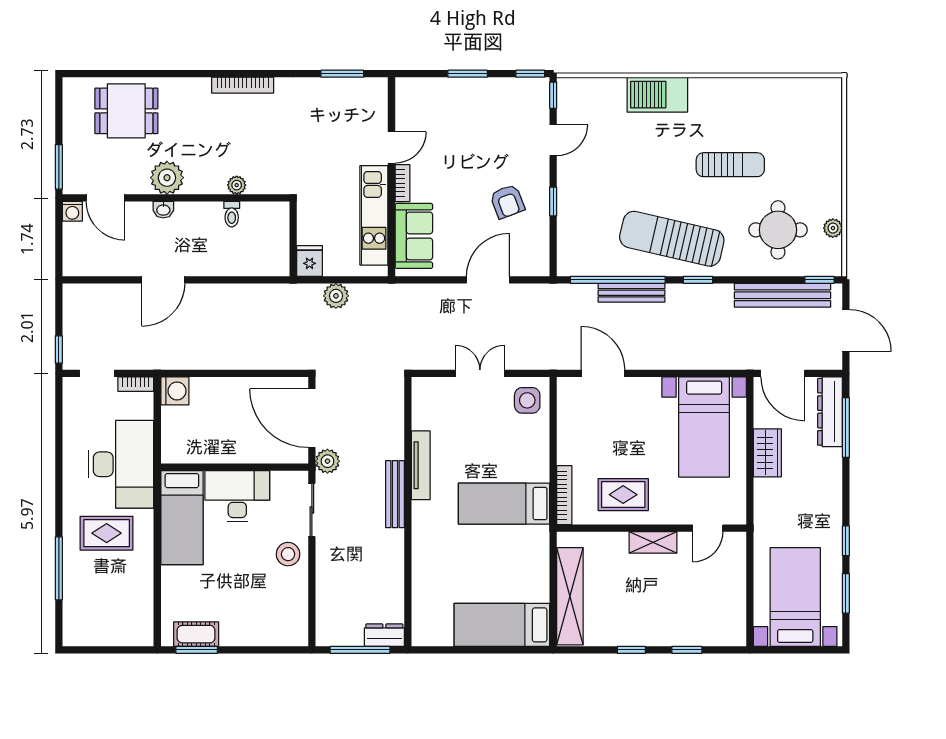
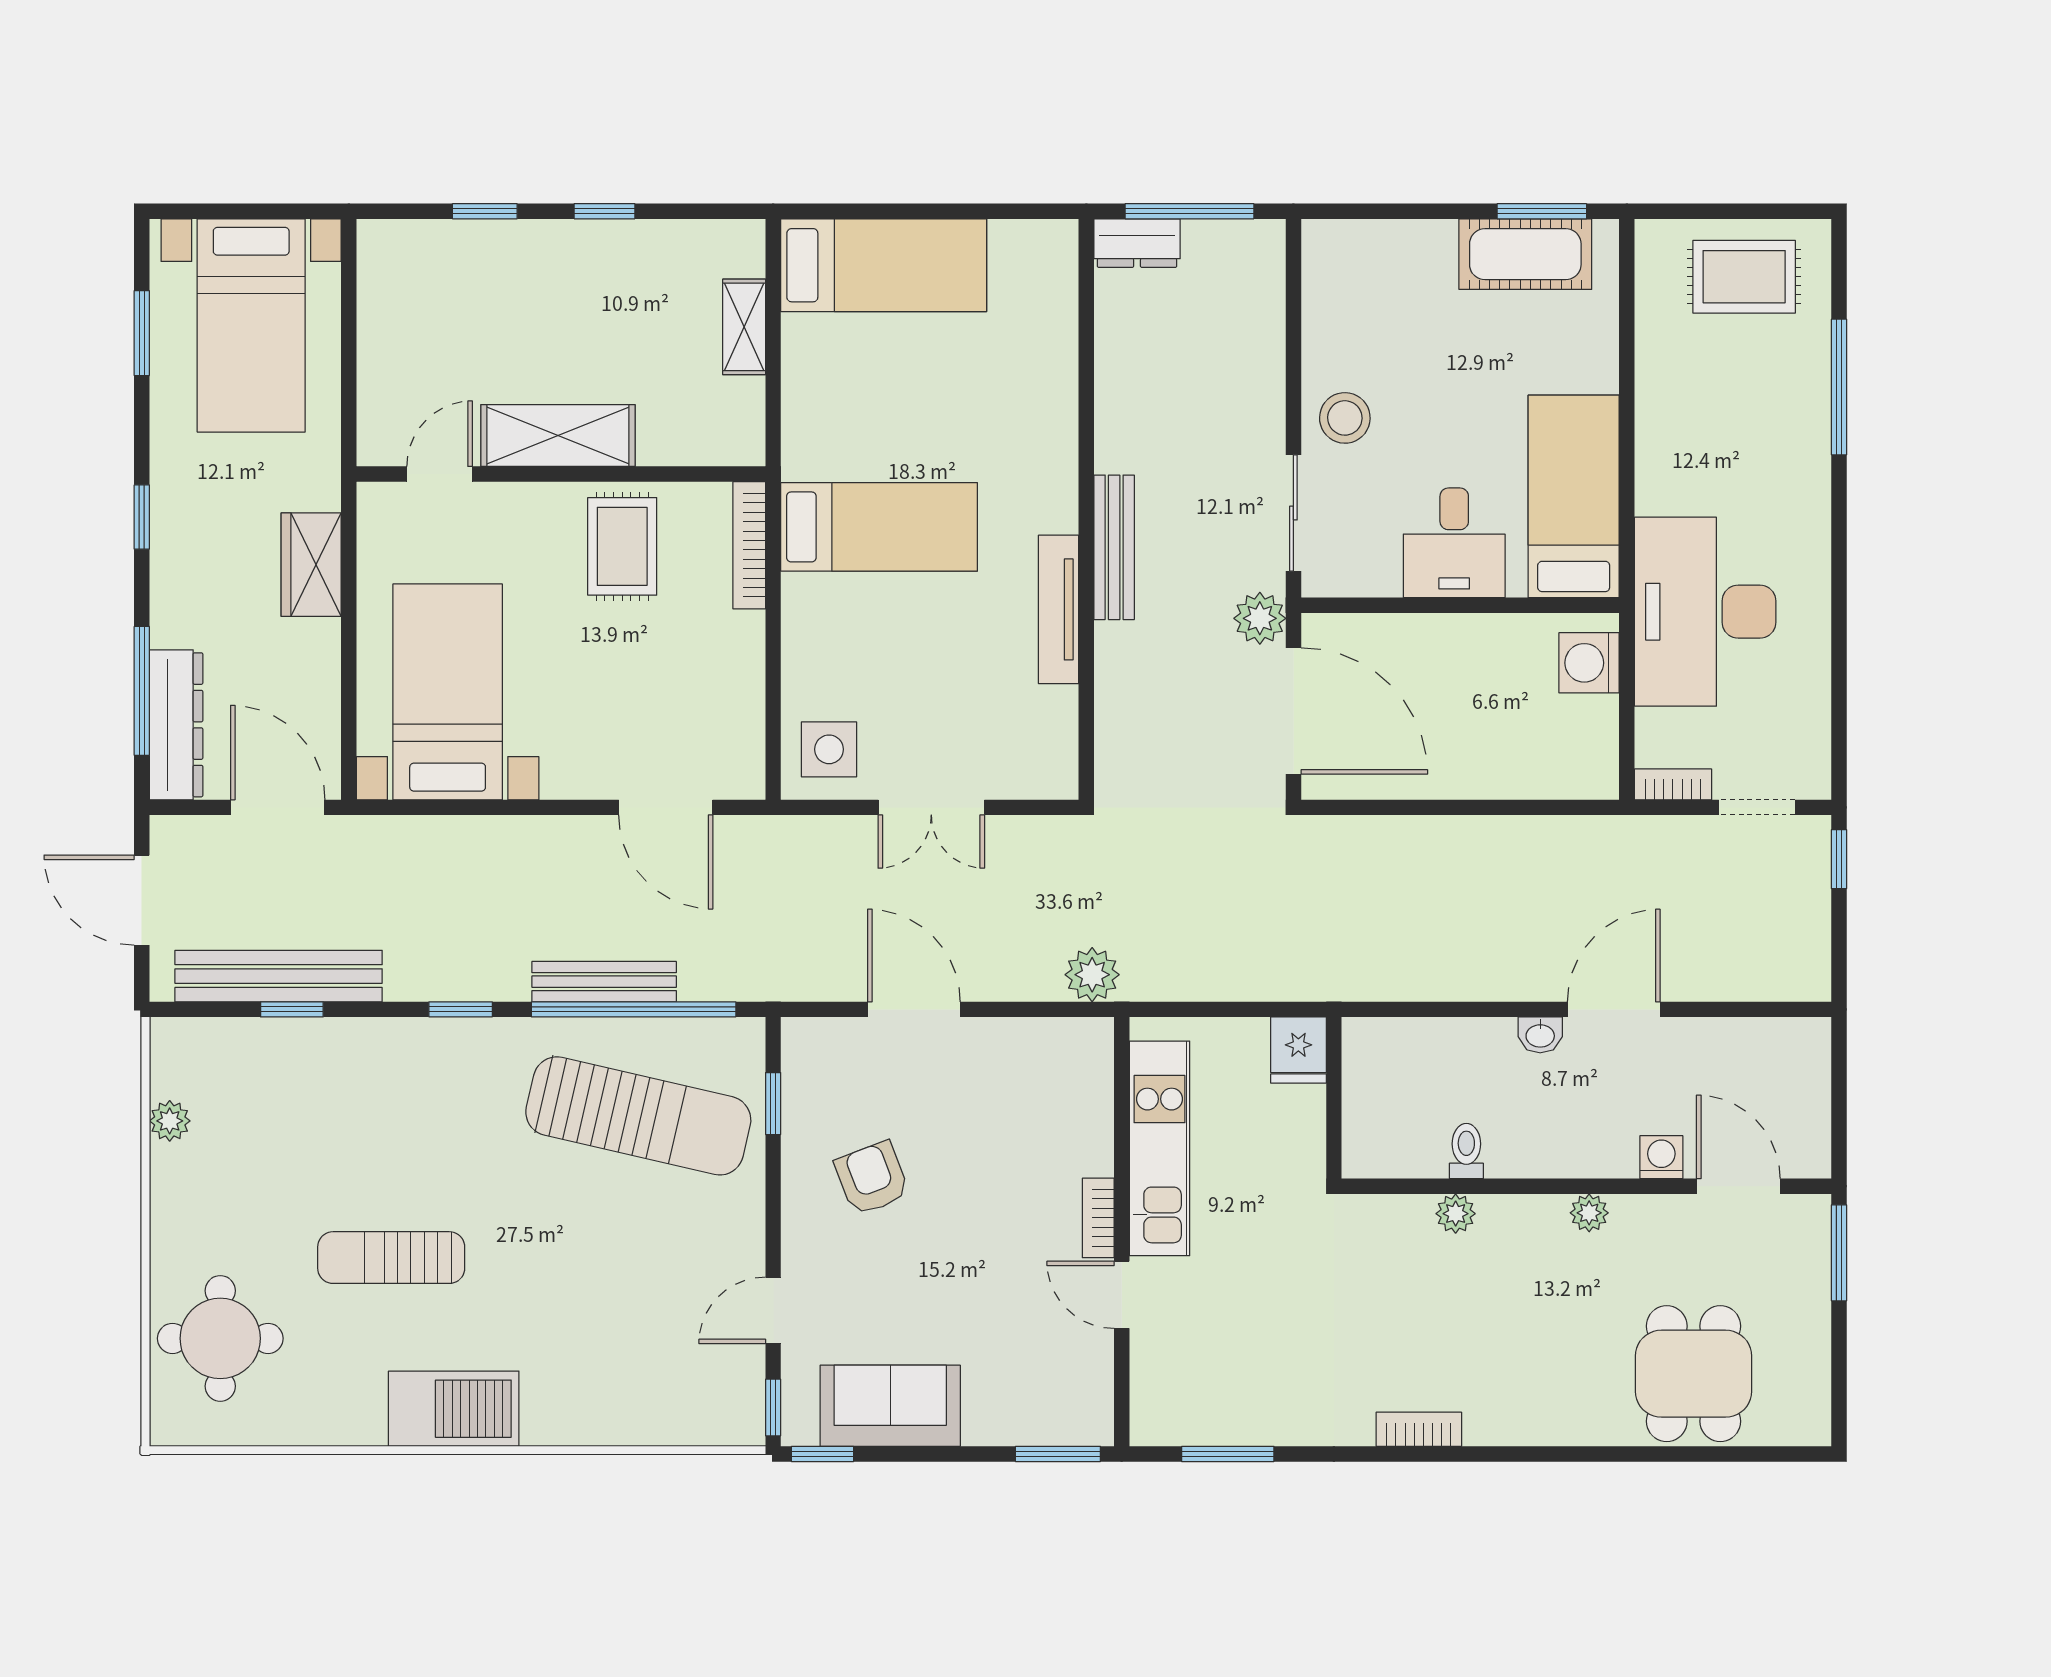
window: (468, 74) -> (1058, 1454), moved
bookcase: (243, 85) -> (1419, 1429), width x0.64
barbecue: (657, 95) -> (454, 1409), moved
dining table: (126, 111) -> (1694, 1374), turned 90
door: (392, 147) -> (1122, 1295), hinge flipped
plant: (167, 178) -> (1589, 1213), width x0.53, depth x0.53
window: (553, 202) -> (773, 1104), moved
washbasin: (163, 210) -> (1540, 1035), moved, turned 180
washing machine: (72, 211) -> (1661, 1157), moved
round table: (778, 230) -> (220, 1338), moved
sofa: (414, 236) -> (890, 1406), moved, turned 90
sun lounger: (672, 239) -> (638, 1116), moved
door: (488, 280) -> (914, 1009), swing flipped
window: (819, 280) -> (292, 1009), moved
plant: (336, 296) -> (1092, 975), moved
washing machine: (175, 391) -> (1589, 663), moved
wardrobe: (767, 453) -> (311, 565), moved
rug: (623, 495) -> (622, 546), turned 90
desk: (237, 496) -> (1454, 543), width x0.73
rug: (107, 533) -> (1744, 277), moved
window: (846, 541) -> (142, 517), moved
shelving: (653, 542) -> (558, 436), width x1.50, depth x1.33
shelving: (570, 596) -> (744, 327), width x0.45, depth x0.75
cot: (196, 634) -> (1525, 254), width x1.37, depth x1.34

